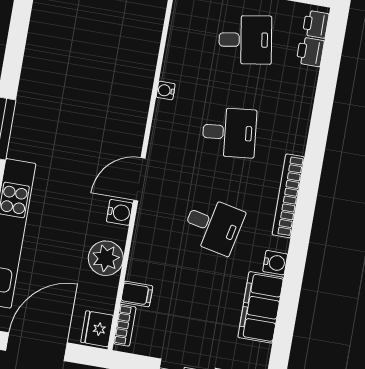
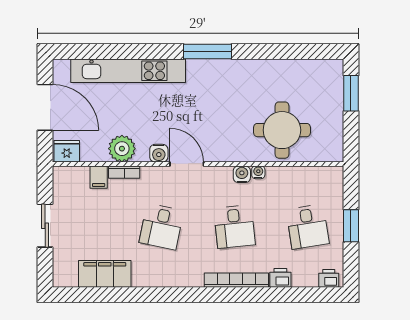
round table: (117, 51) -> (282, 130), added
printer: (310, 52) -> (280, 278), moved
bookcase: (288, 196) -> (236, 280), moved
water cooler: (275, 263) -> (242, 174), moved, turned 180
bookcase: (125, 325) -> (124, 172), moved

